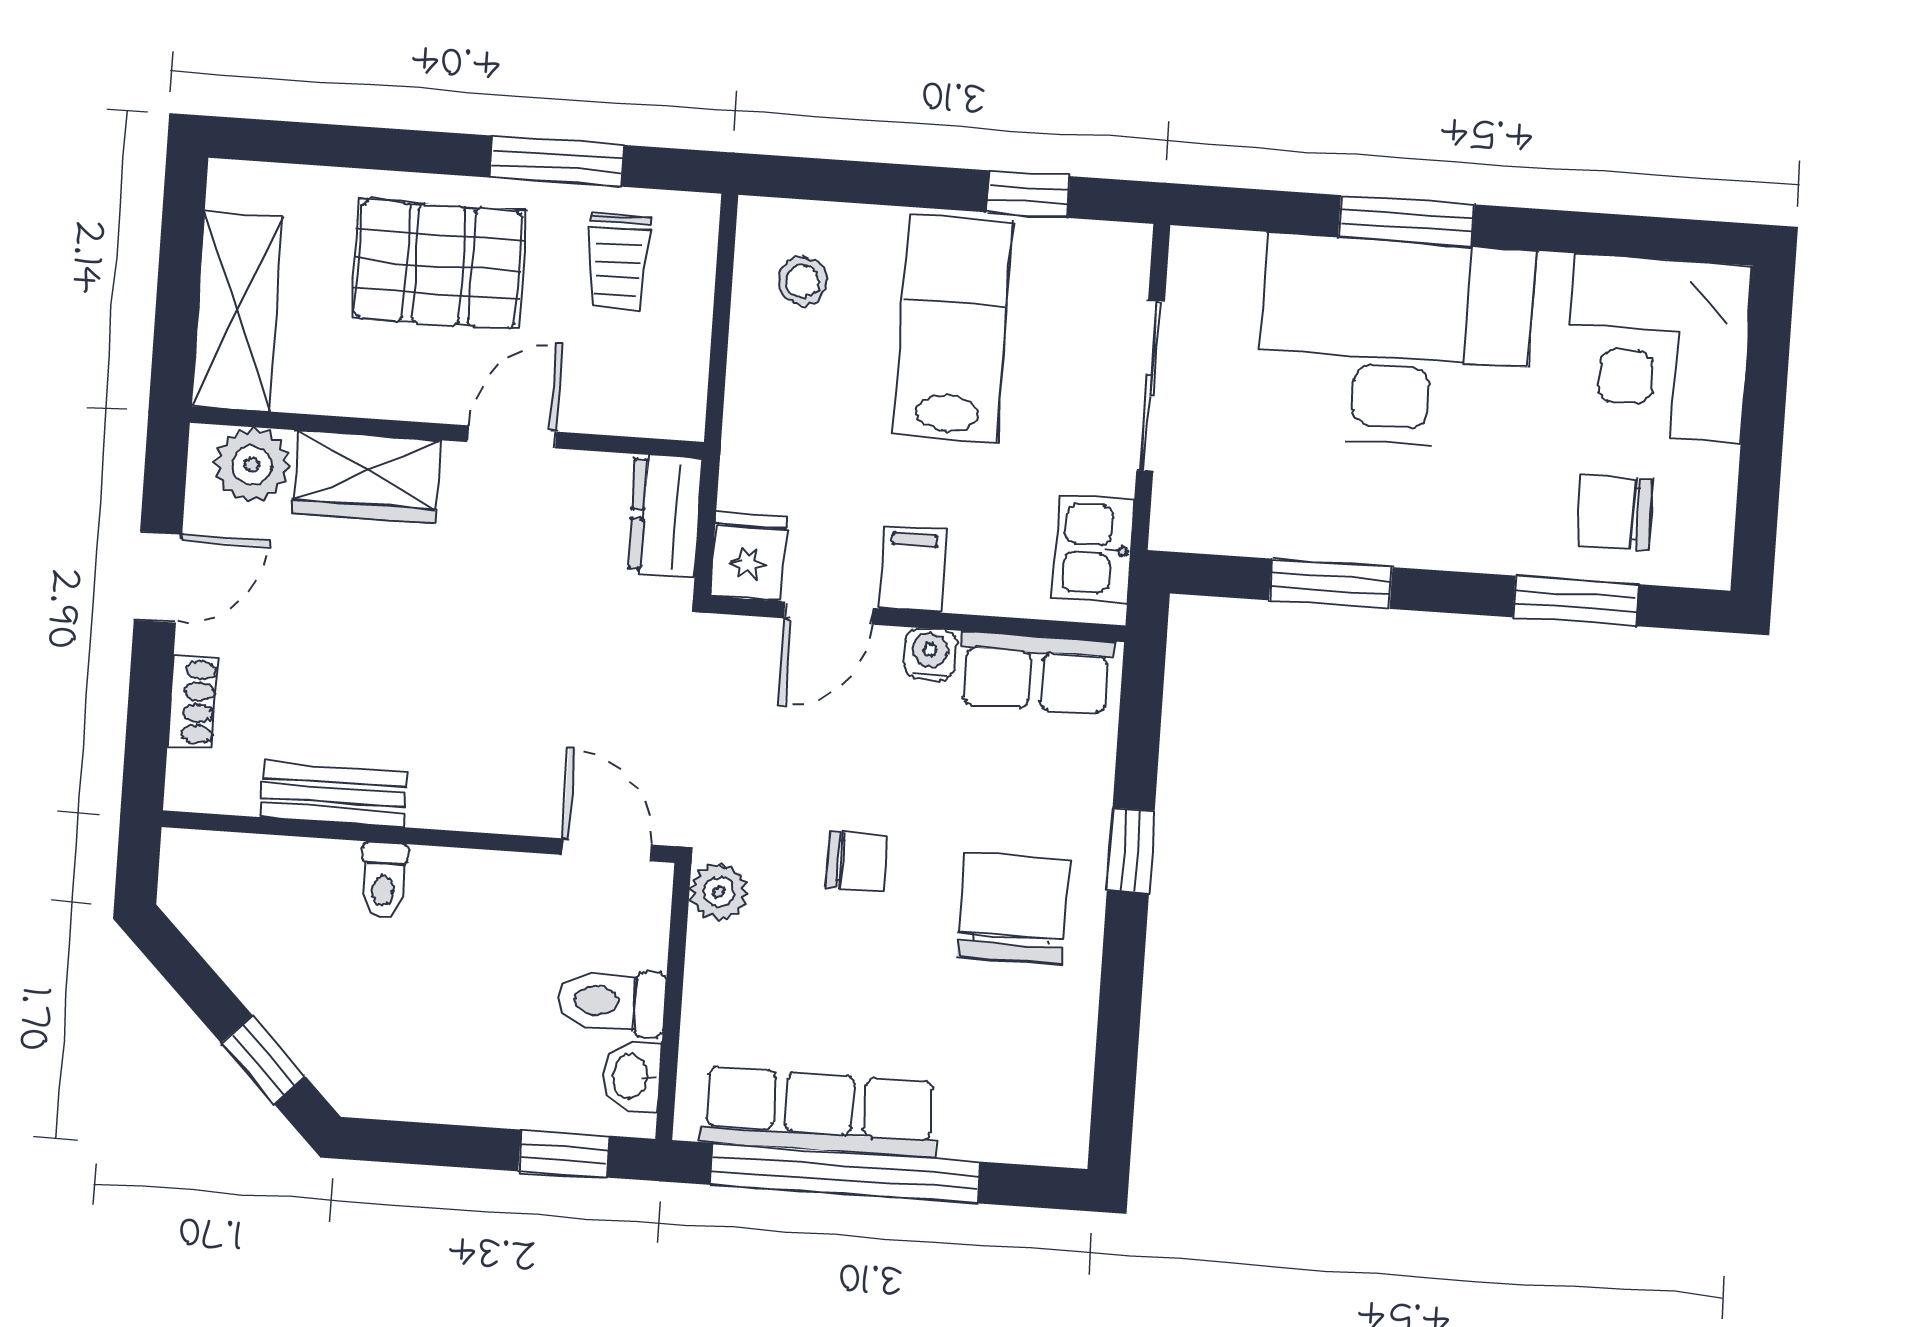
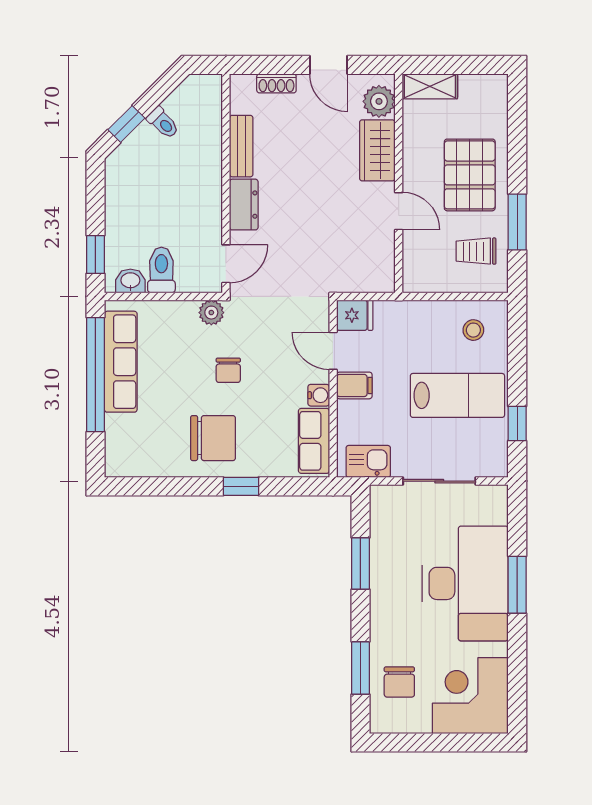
shelving: (237, 311) -> (430, 86), width x0.67, depth x0.75
chair: (1615, 512) -> (399, 682), turned 180
dresser: (665, 516) -> (244, 205), moved, turned 90
toilet: (383, 880) -> (163, 123), moved, turned -135

